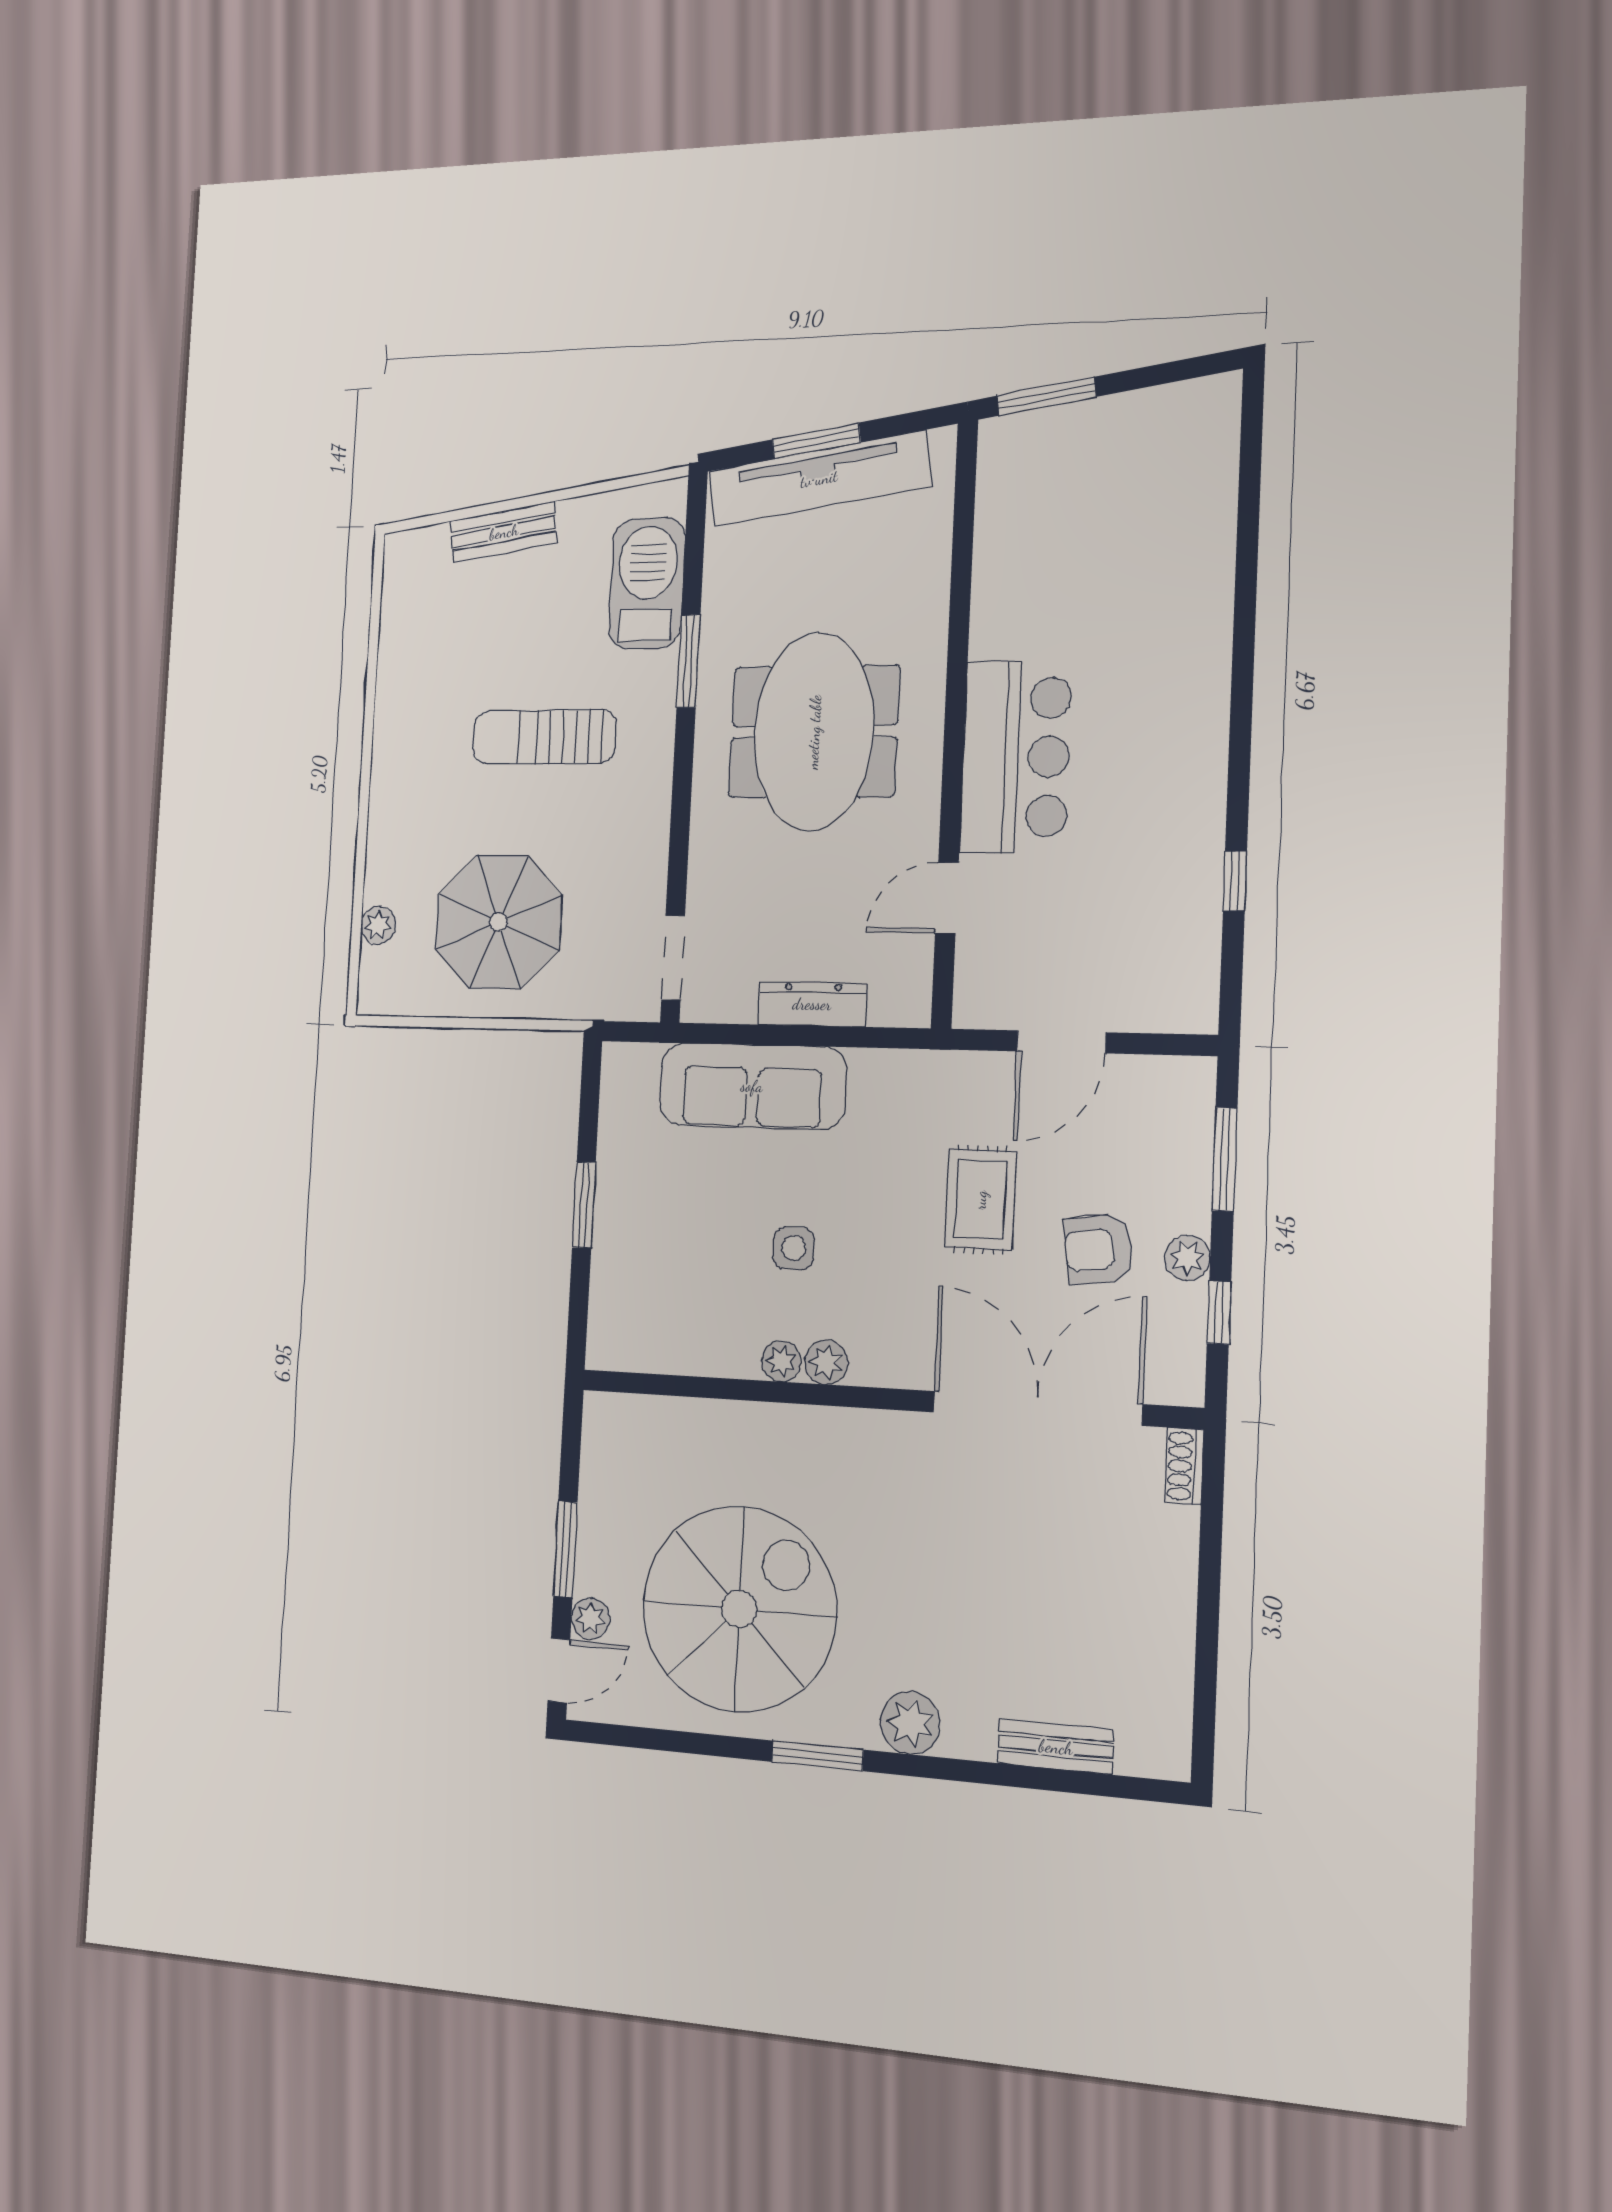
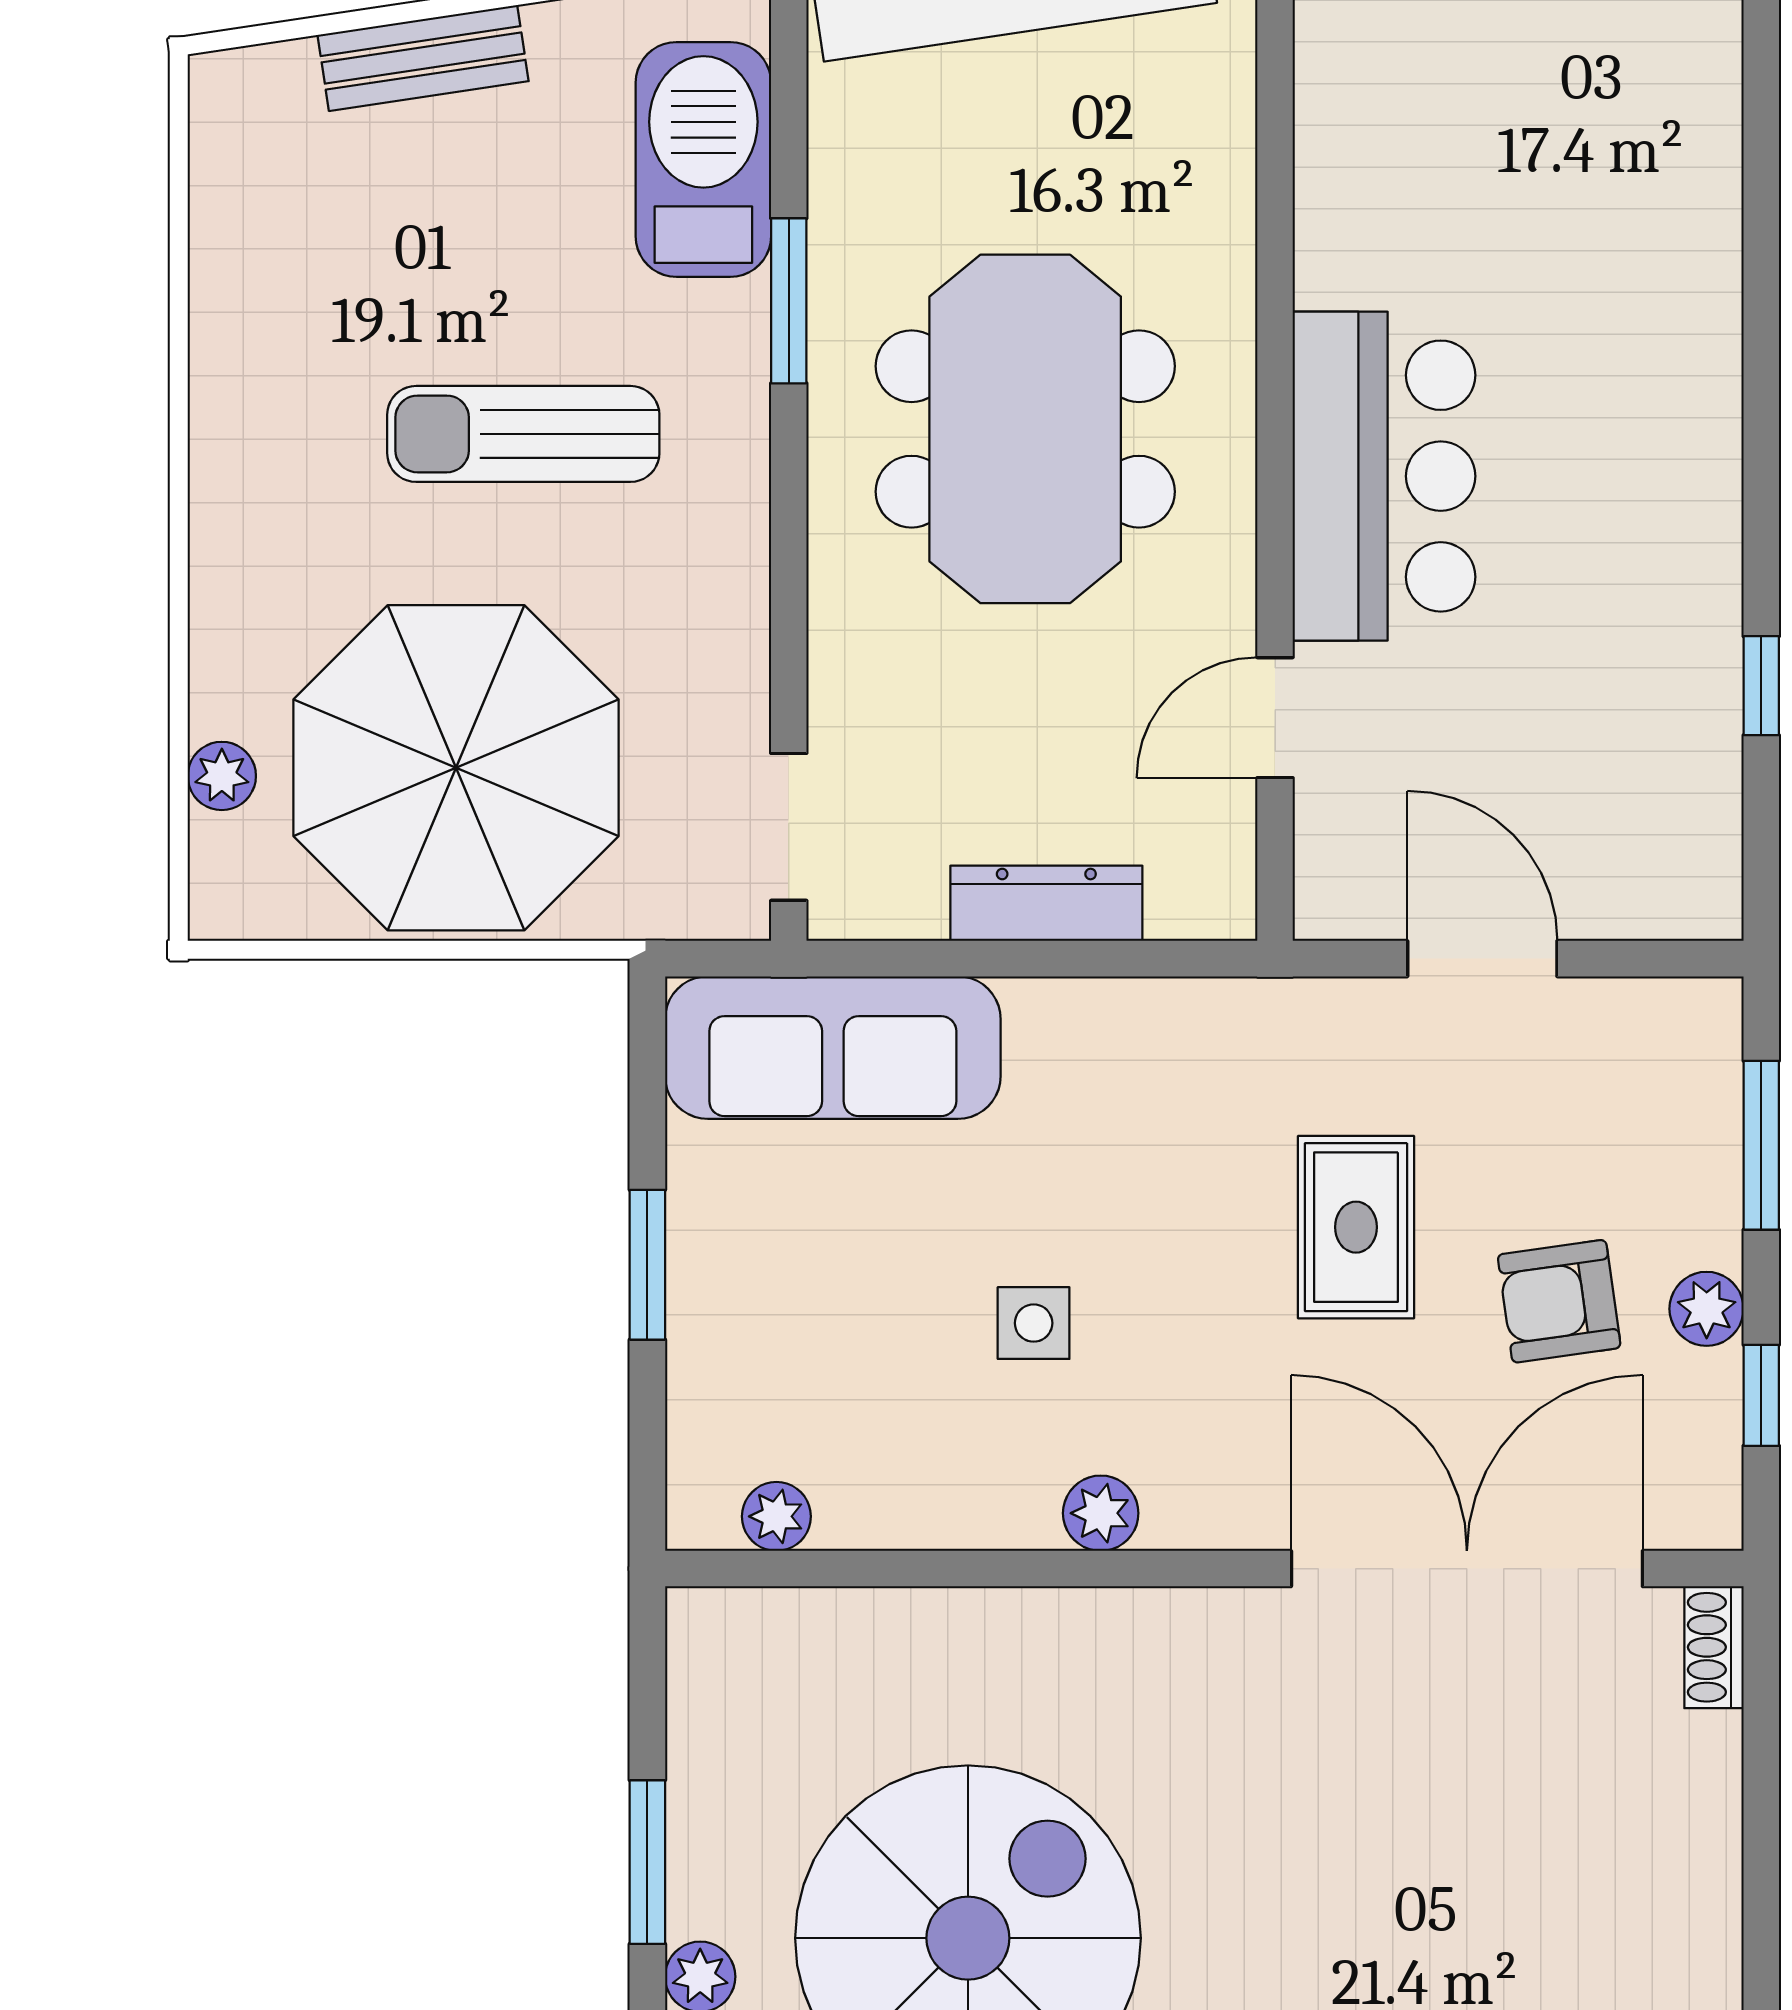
parasol: (498, 922) -> (456, 768), width x1.36, depth x1.36
door: (1061, 1042) -> (1482, 959), swing flipped
sofa: (752, 1086) -> (833, 1048), moved
plant: (781, 1361) -> (776, 1516), moved

